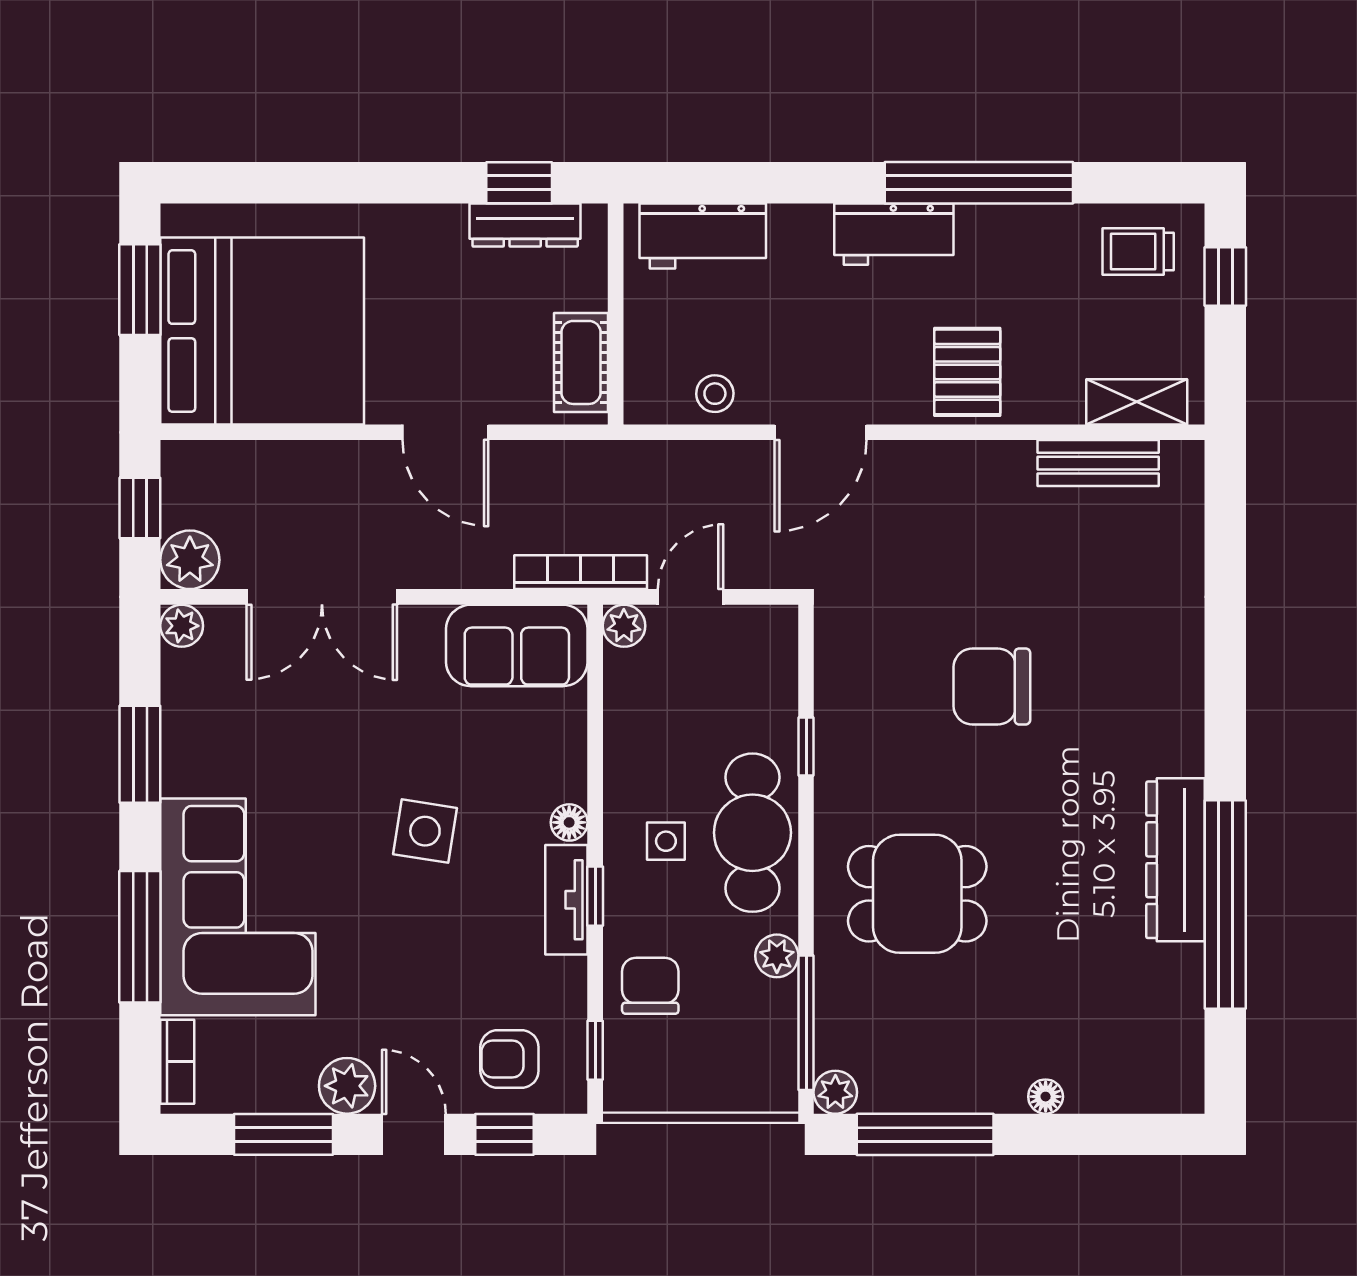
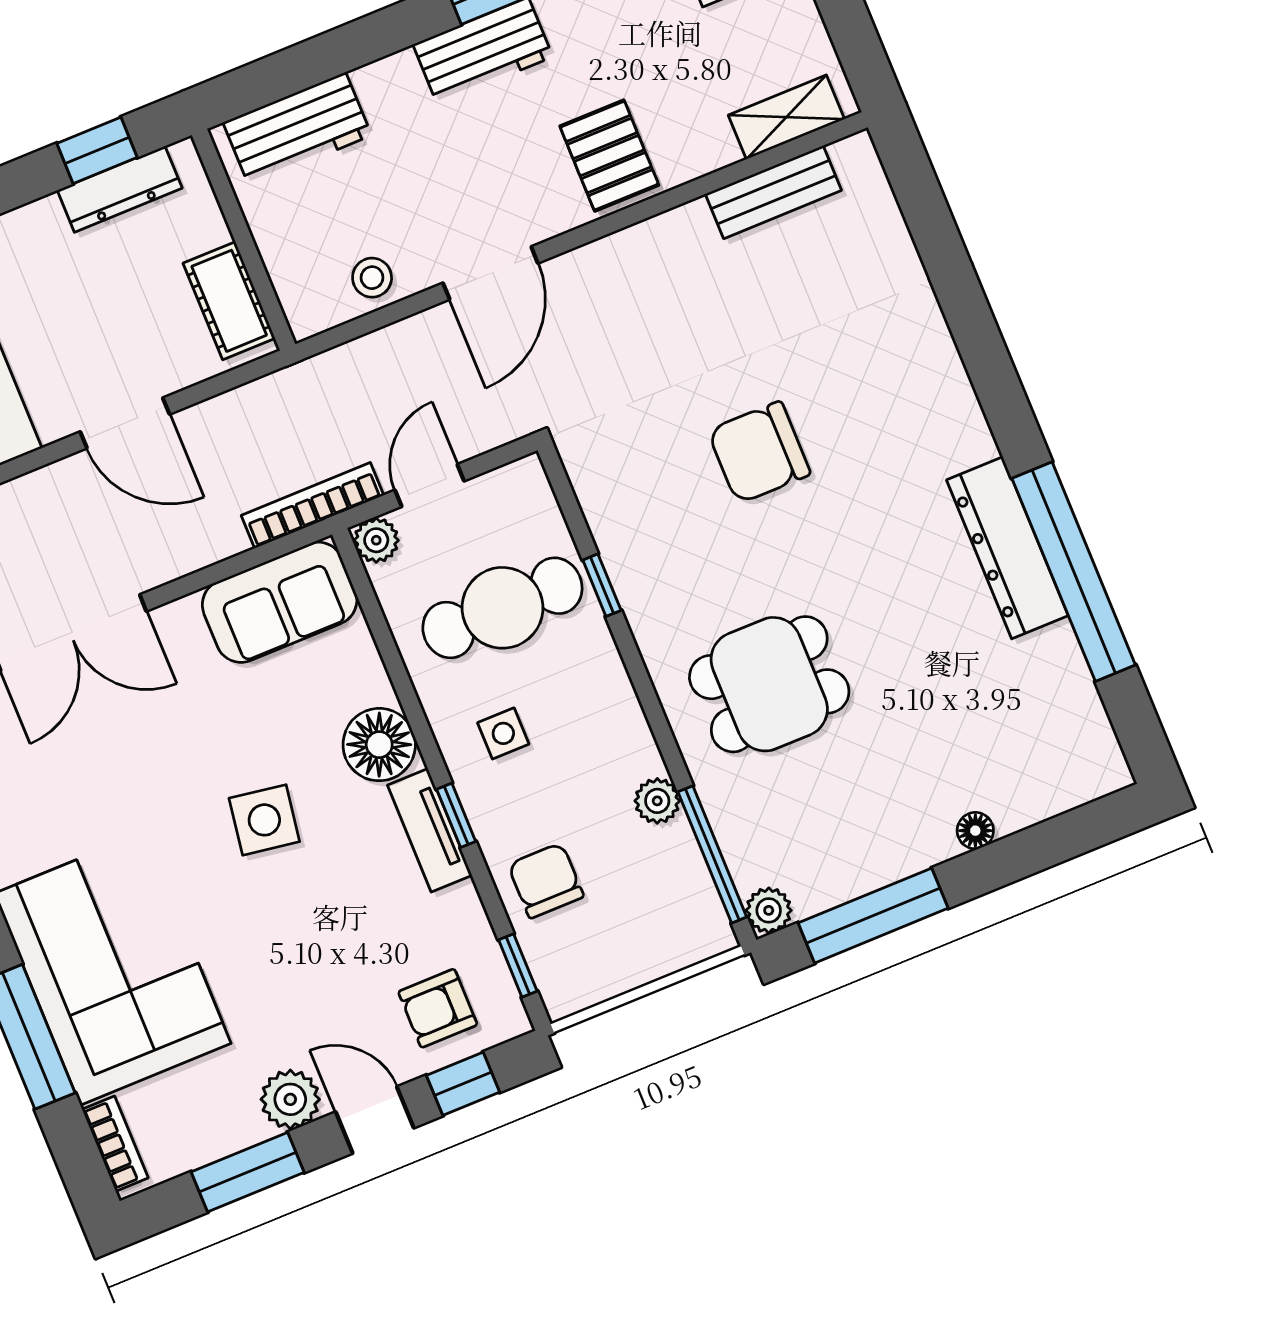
floor lamp: (569, 822) -> (379, 745), width x1.89, depth x1.89
cafe table: (752, 833) -> (502, 608), moved, turned 90

